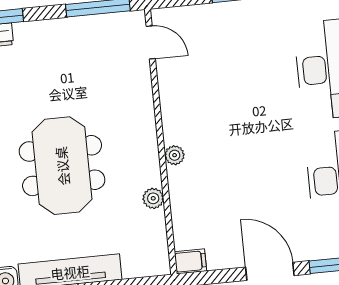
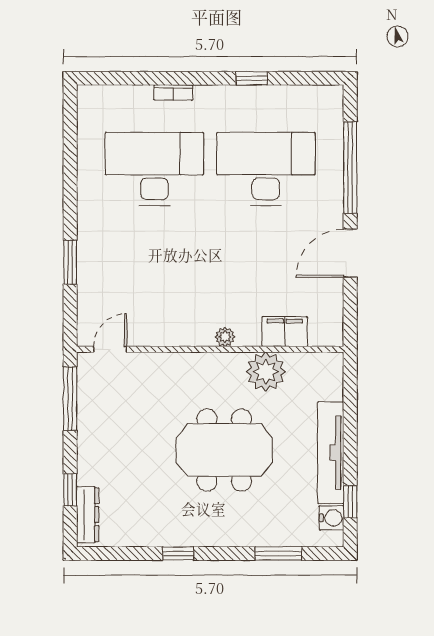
plant: (153, 198) -> (266, 372), width x1.87, depth x1.87
filing cabinet: (190, 261) -> (285, 332), moved, width x2.00

